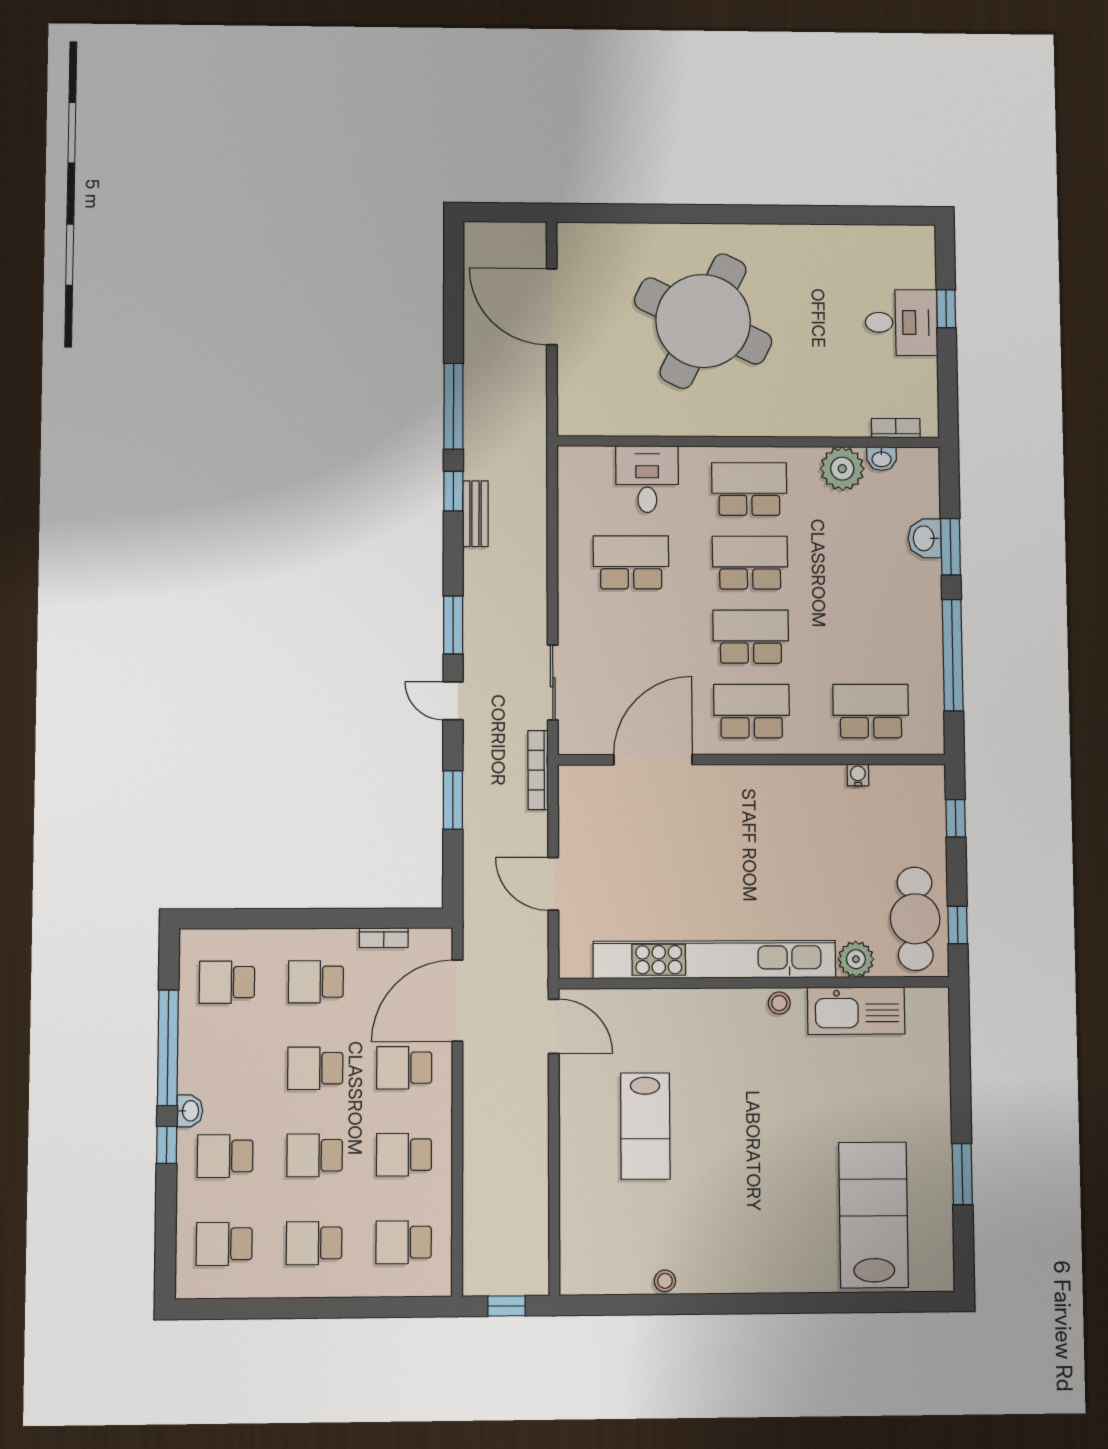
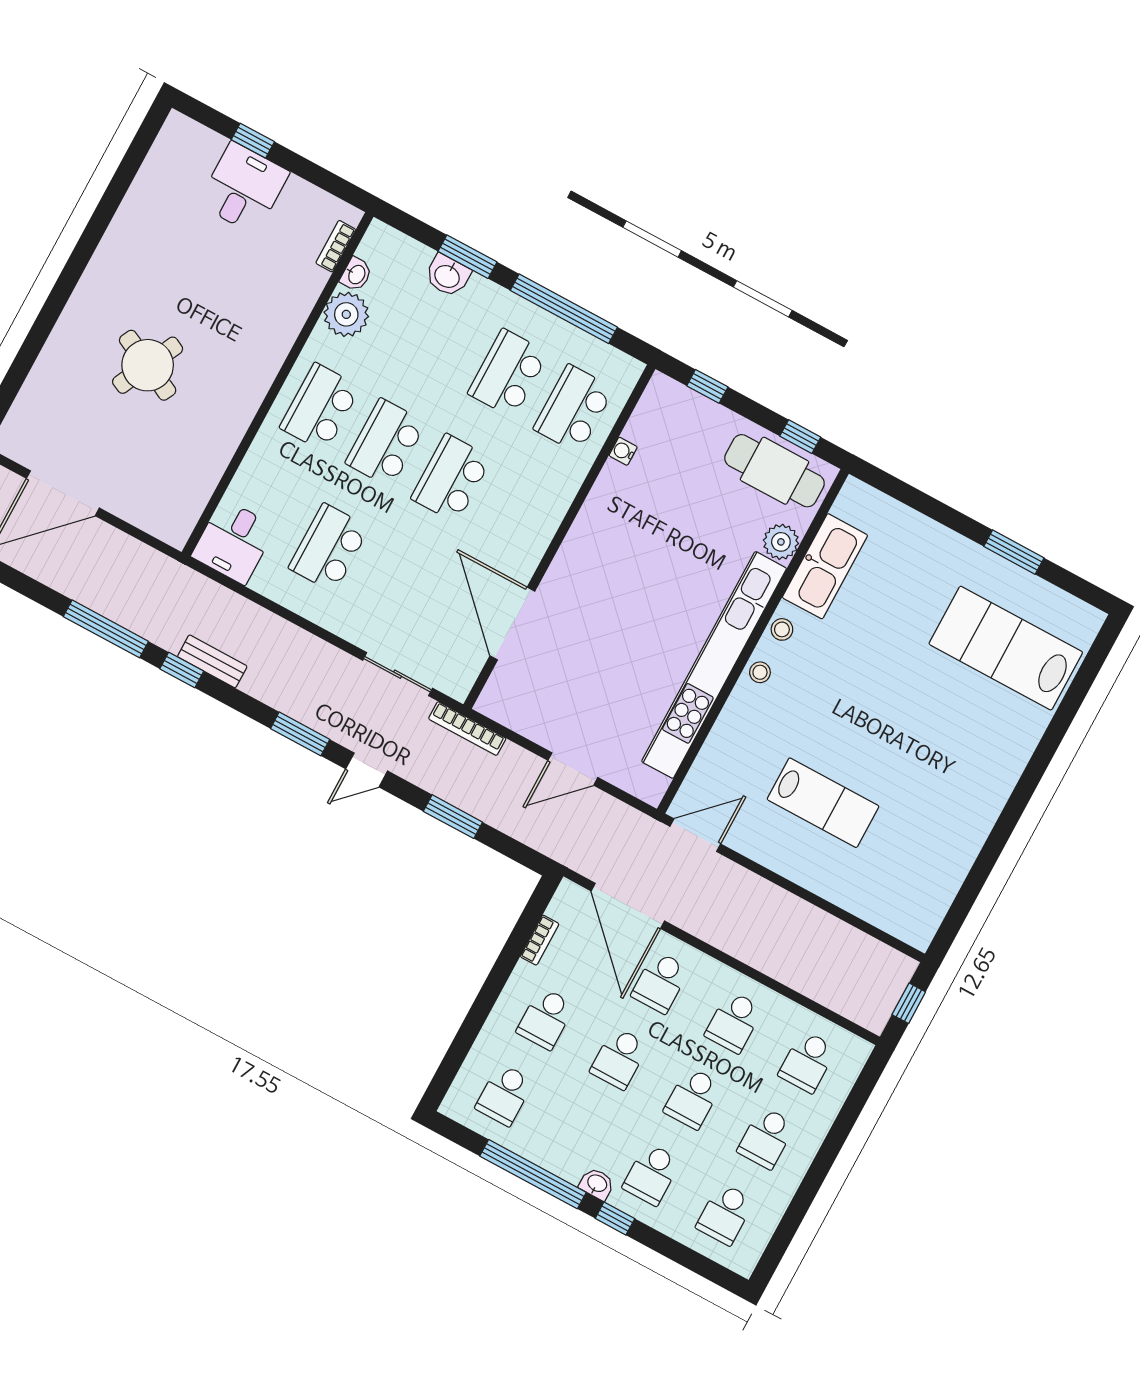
round table: (703, 321) -> (148, 365), width x0.54, depth x0.54
desk: (647, 479) -> (234, 542), moved, turned -90
school desk: (752, 711) -> (508, 373), moved
stool: (665, 1281) -> (760, 672), moved

